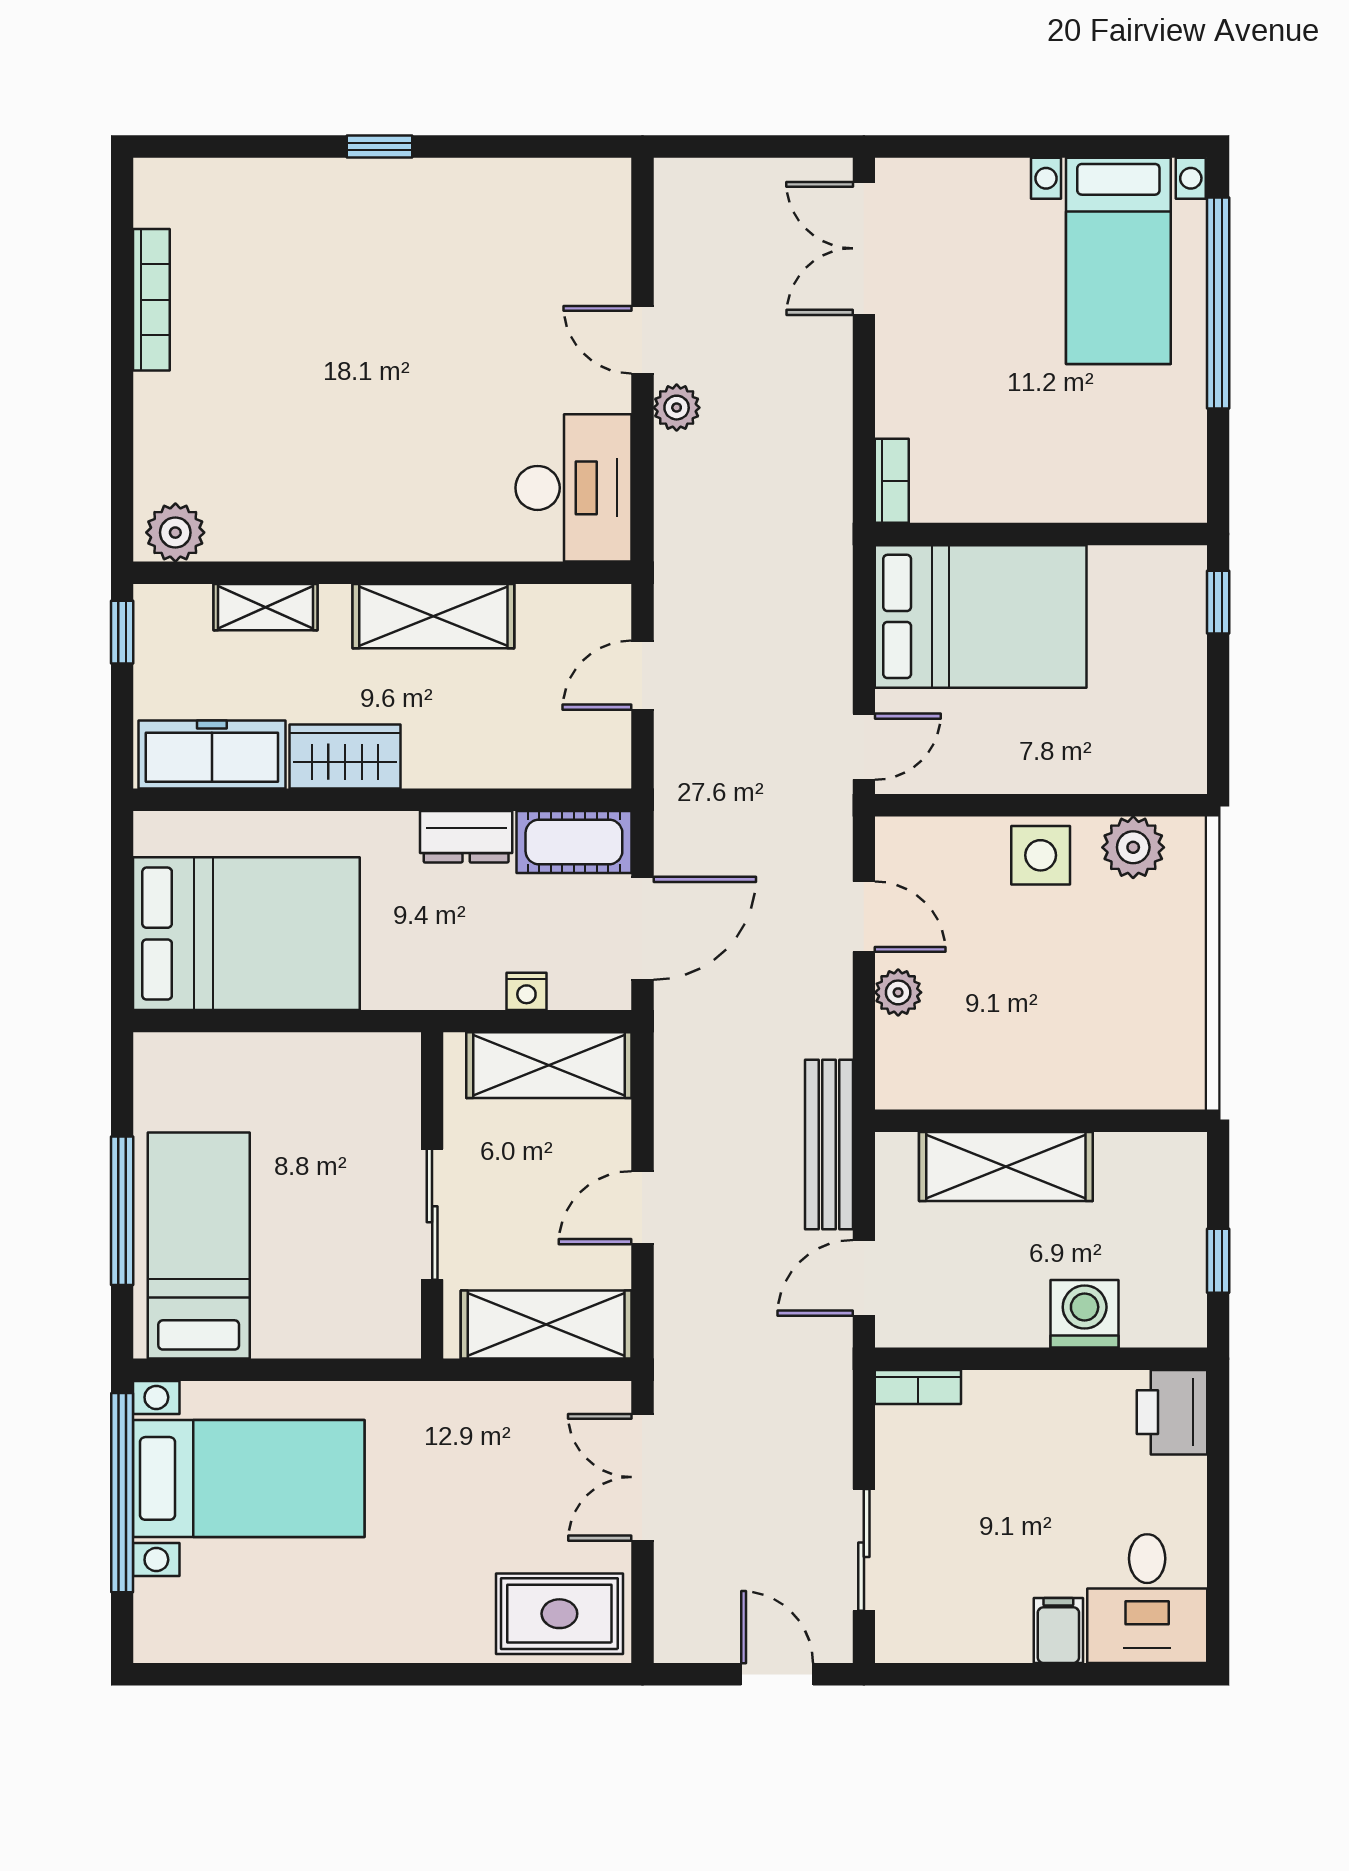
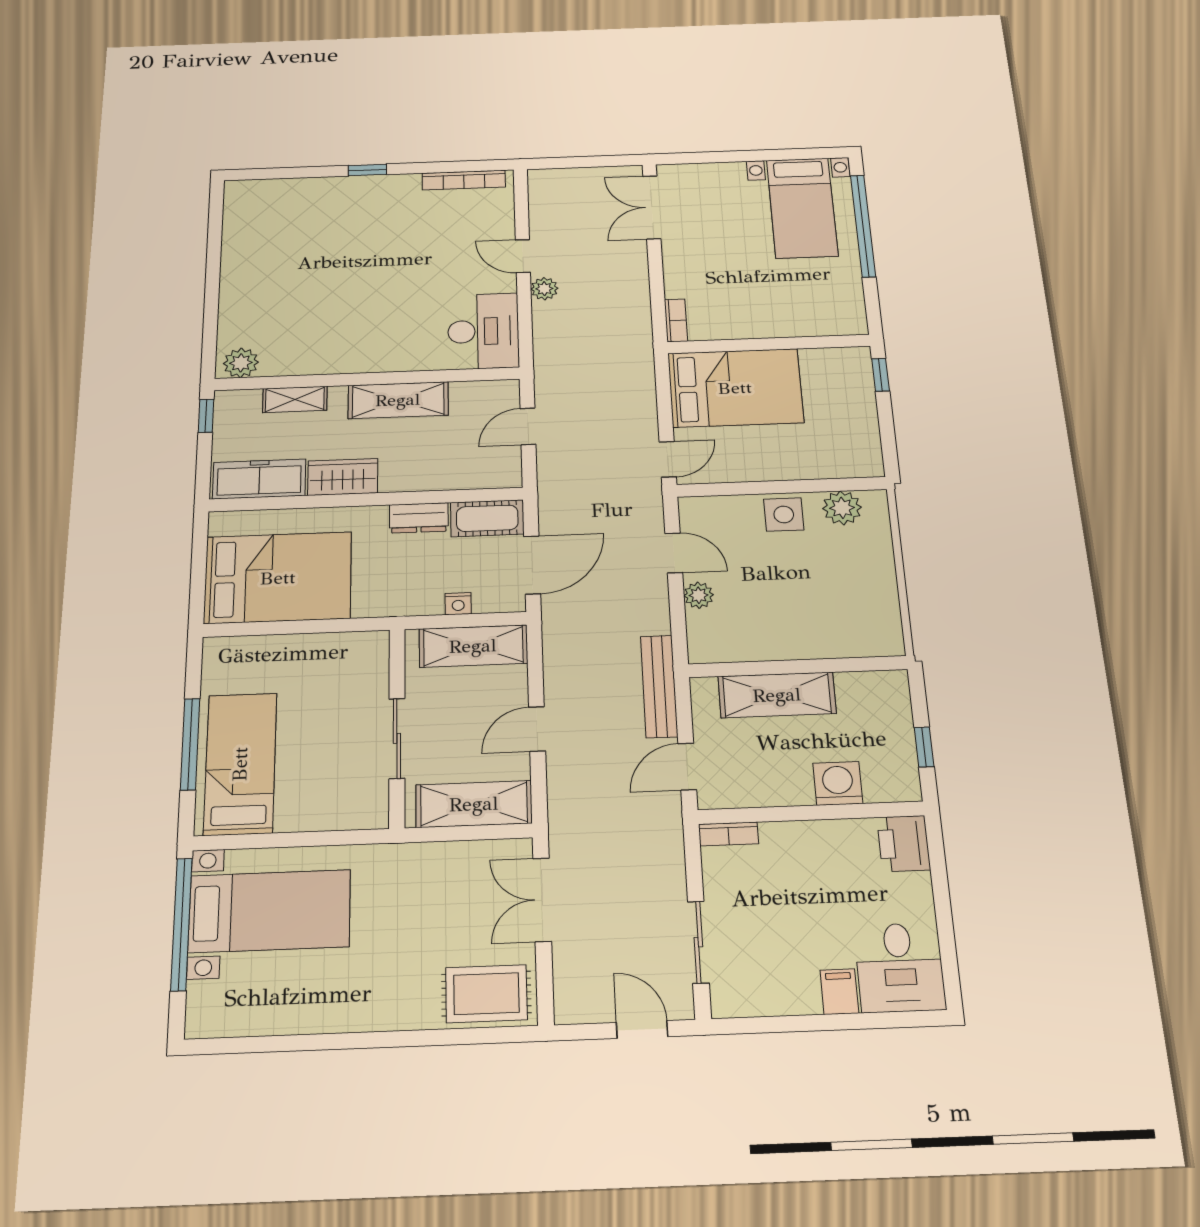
bookcase: (151, 300) -> (464, 180), moved, turned 90

